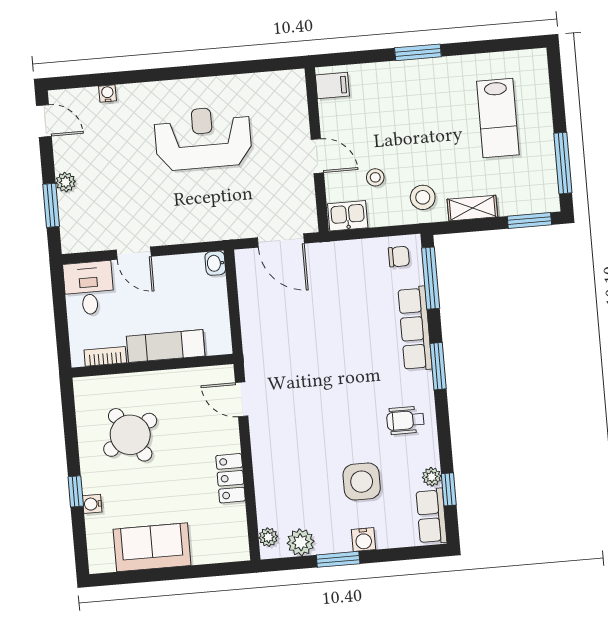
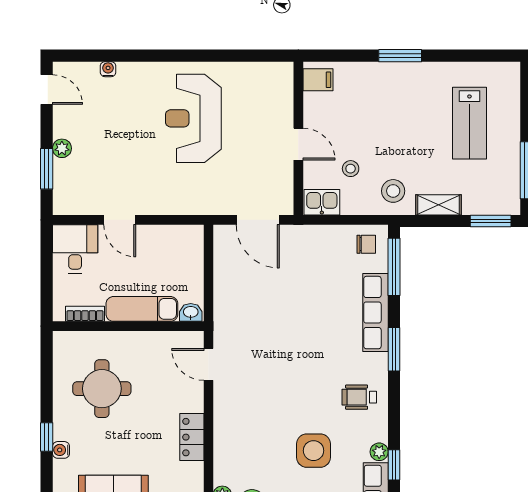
reception desk: (203, 138) -> (193, 118), turned -90
washbasin: (215, 263) -> (191, 312), moved, turned 90
round table: (130, 435) -> (102, 389), turned 32

